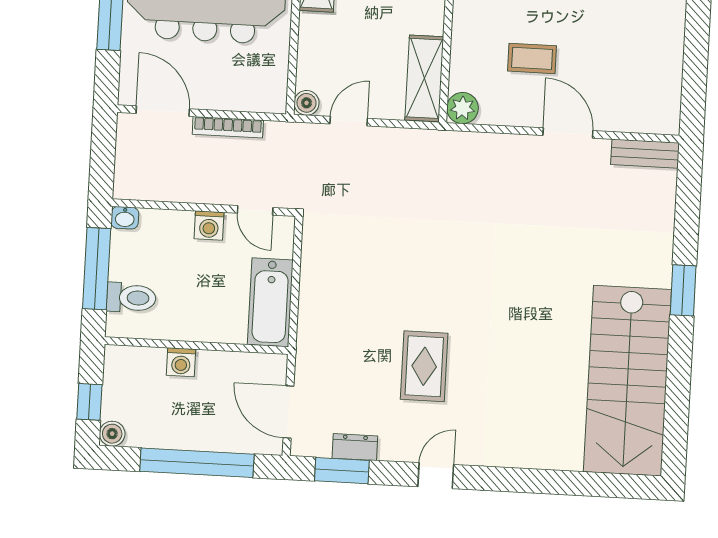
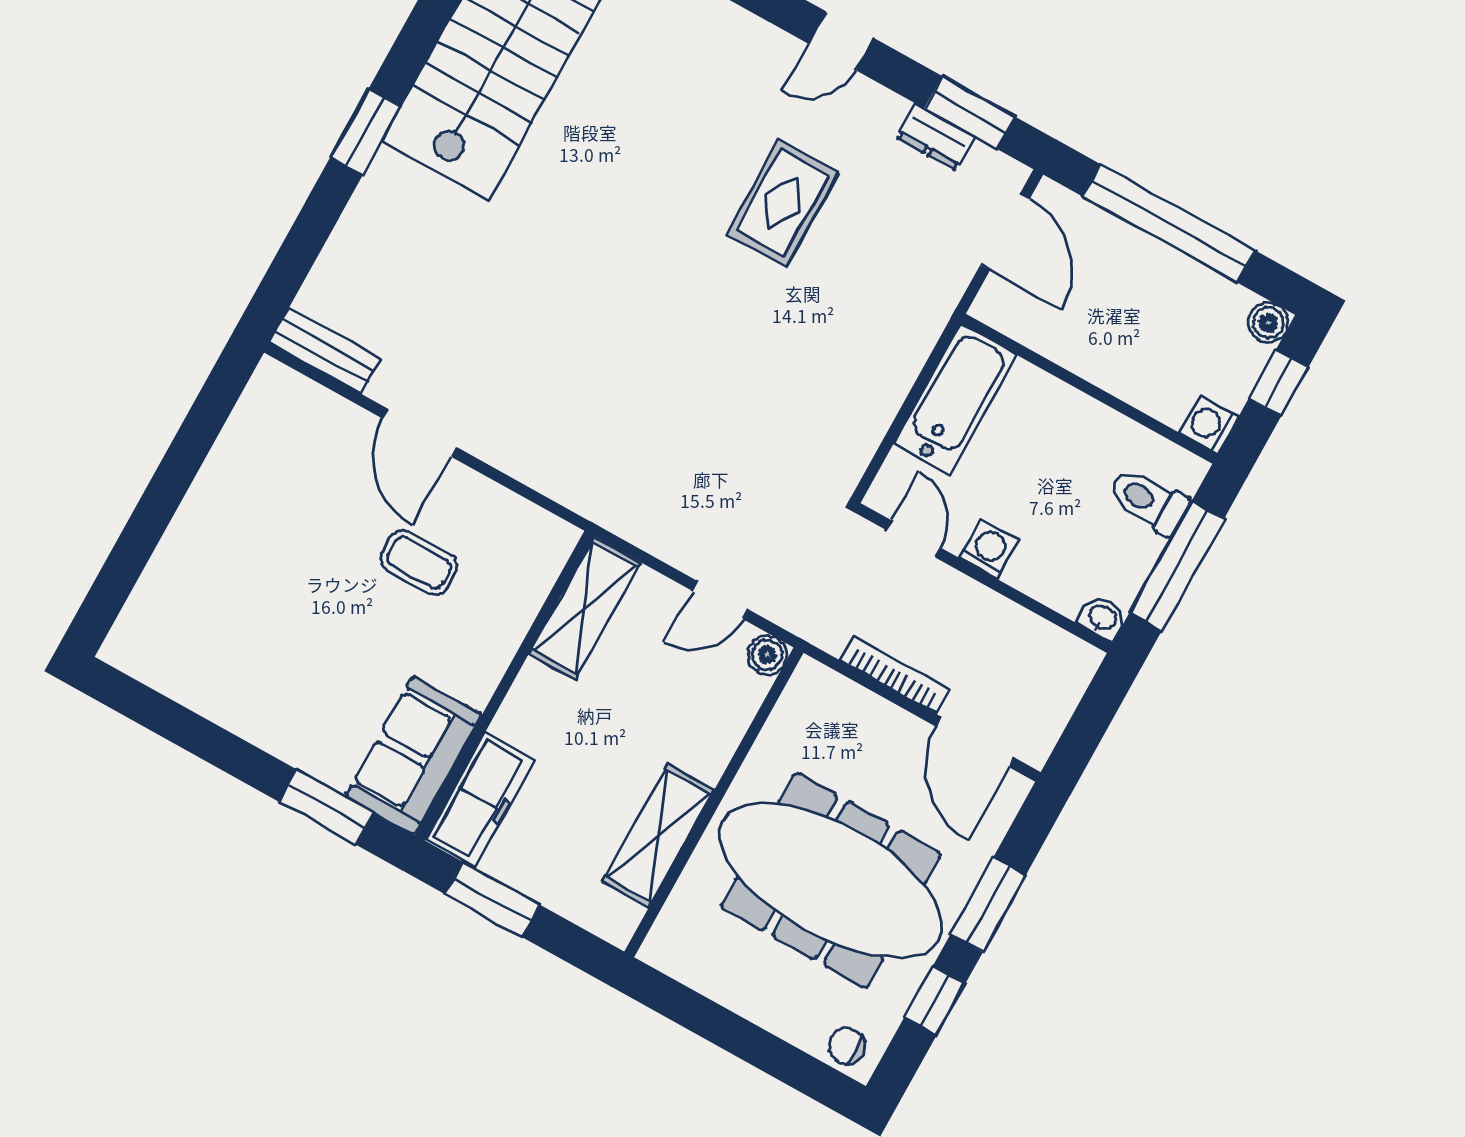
plant: (463, 108) -> (551, 540), removed
washing machine: (181, 362) -> (1209, 424), moved, turned -90

